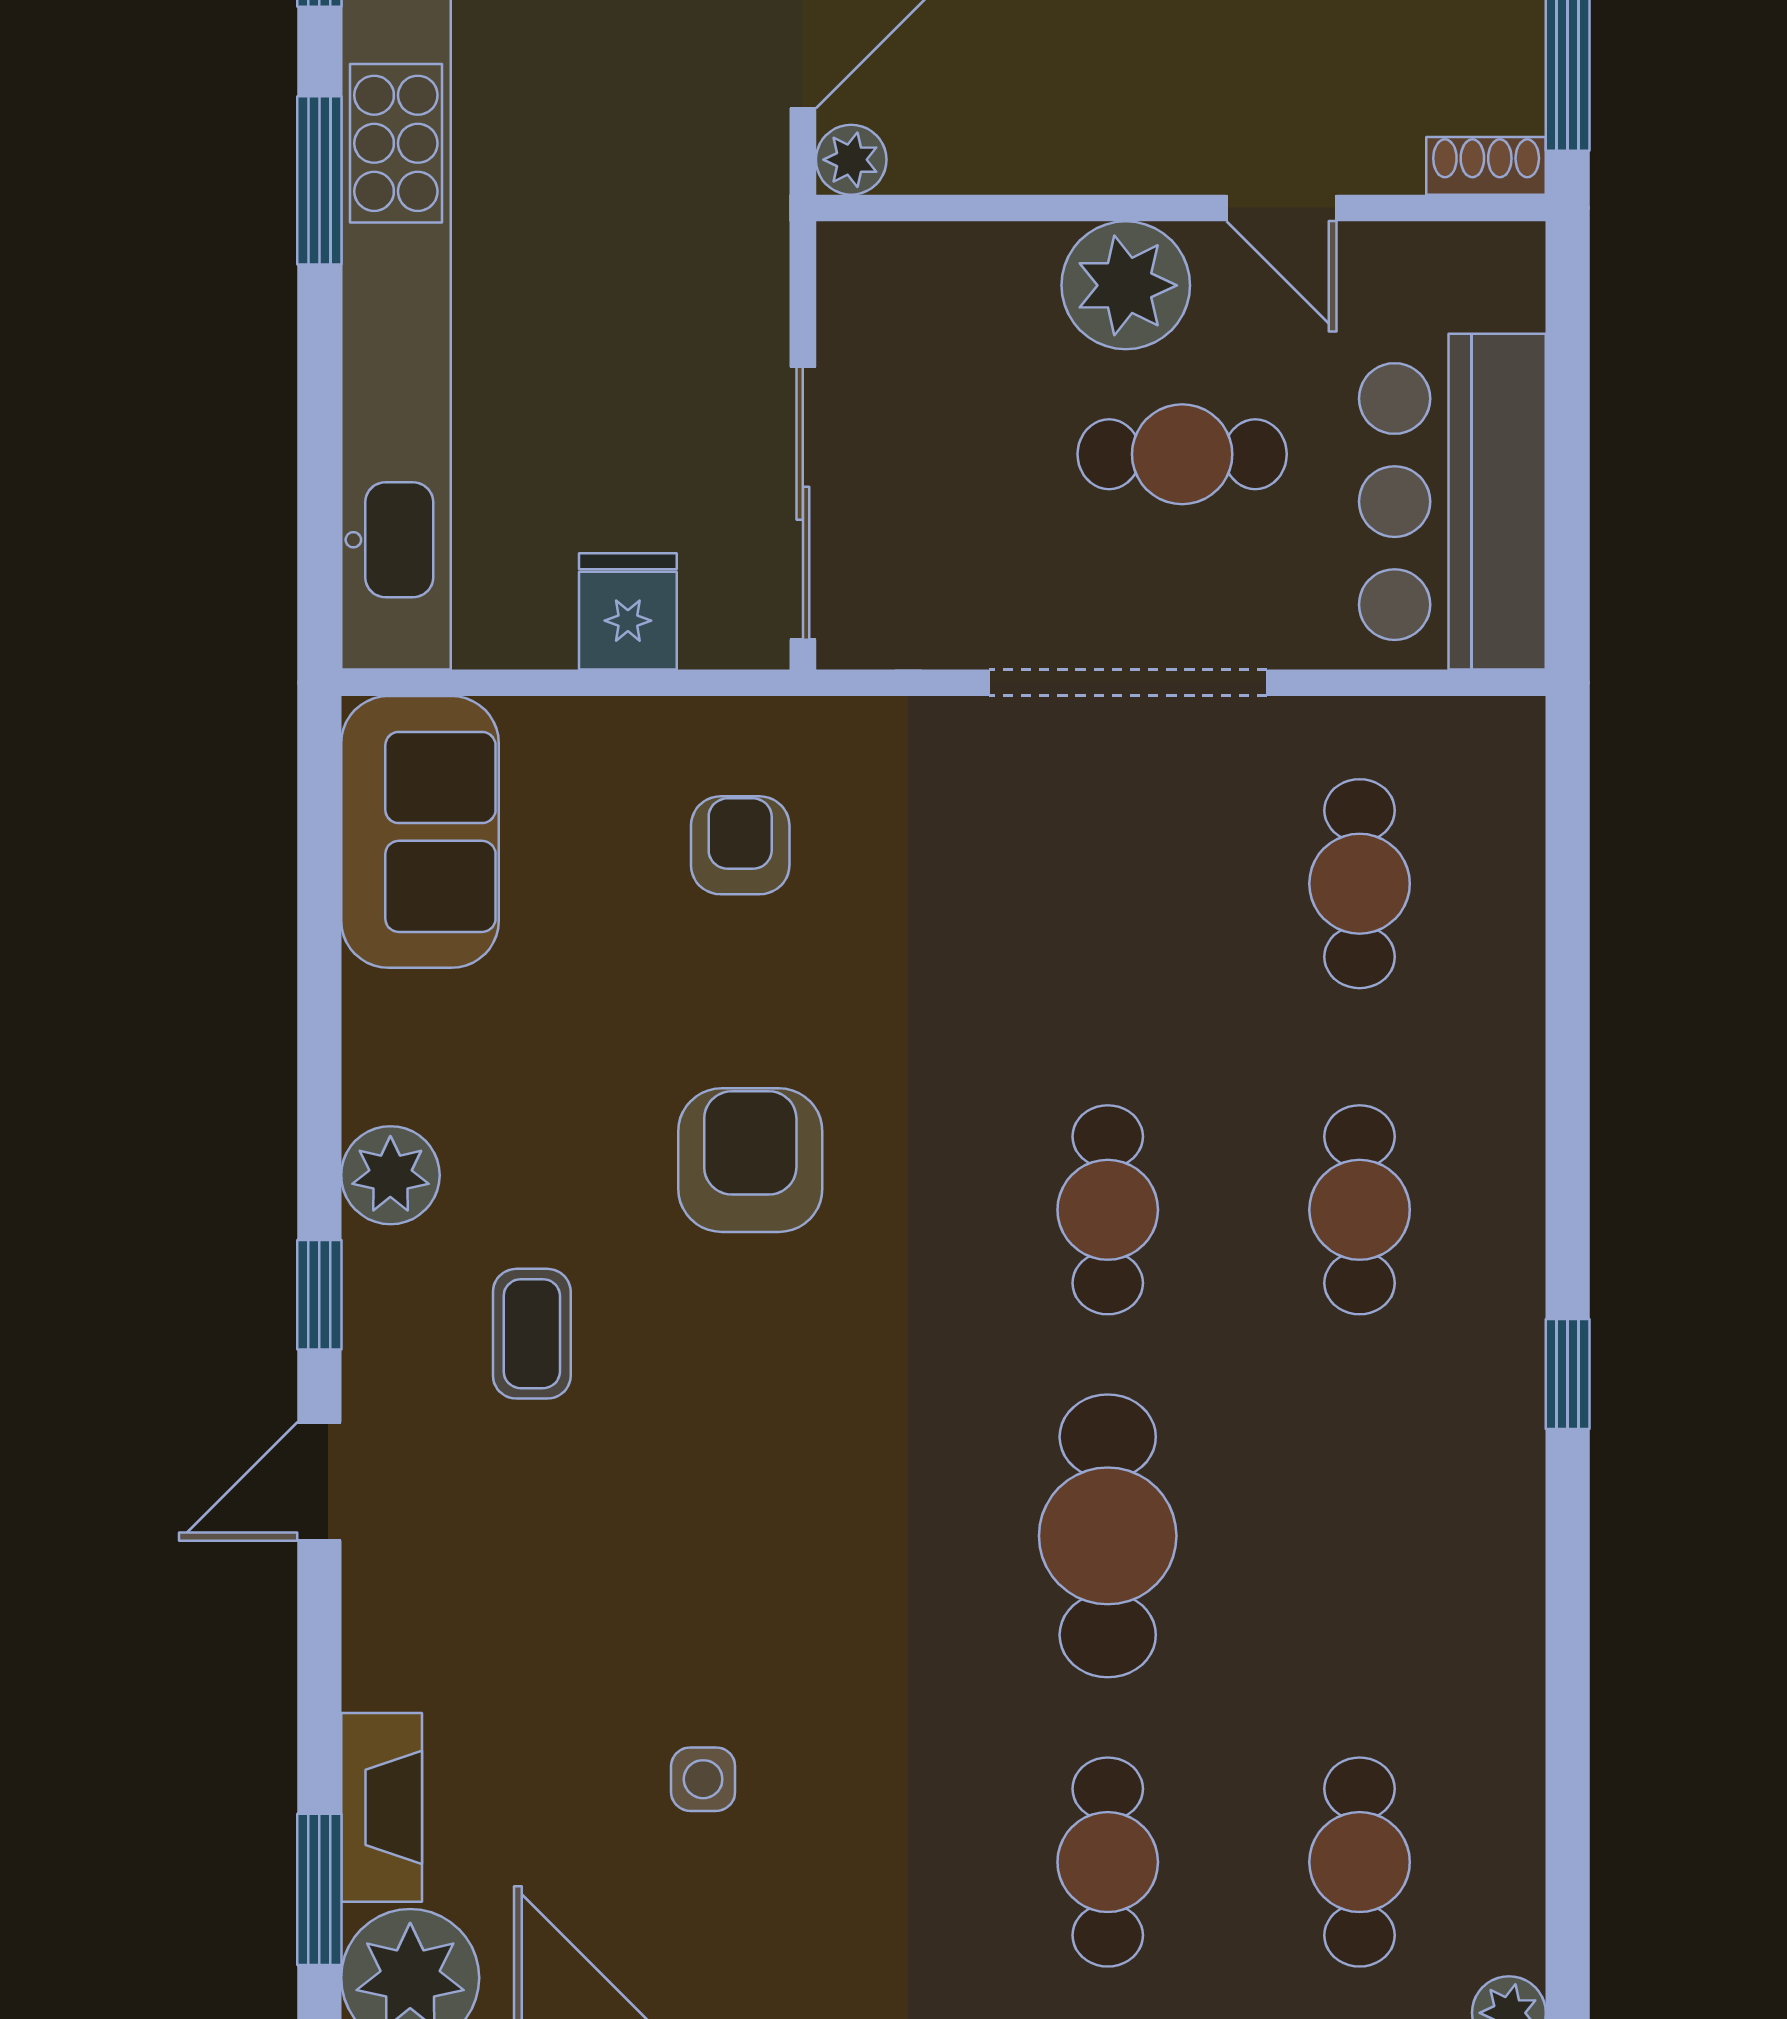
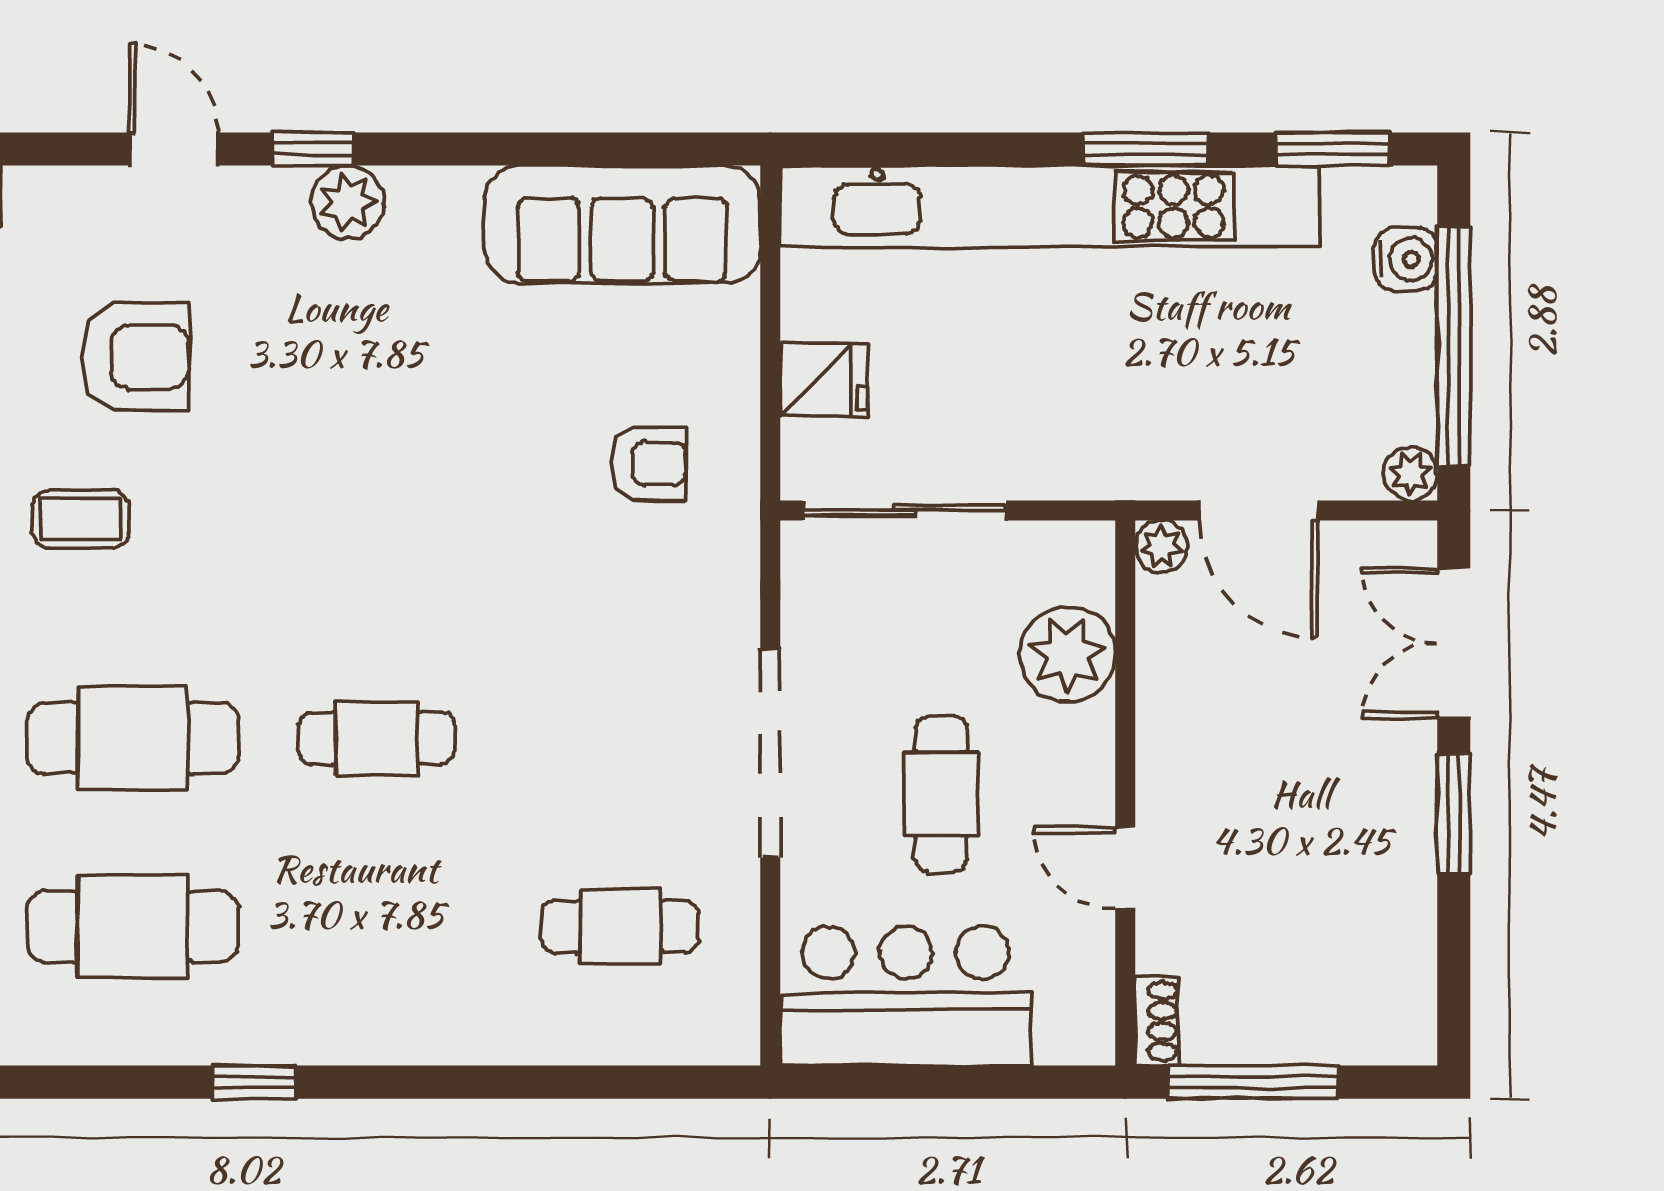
door: (1281, 208) -> (1125, 868), hinge flipped
plant: (1126, 285) -> (1067, 654), moved
sofa: (420, 832) -> (622, 224), width x1.36
armchair: (750, 1160) -> (135, 357), moved
plant: (390, 1175) -> (348, 202), moved
cafe table: (1360, 1210) -> (133, 927), moved, width x1.37, depth x1.35
coffee table: (532, 1334) -> (81, 519), moved

